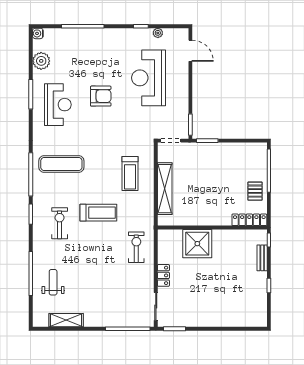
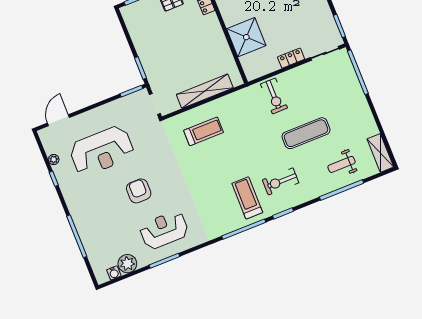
water cooler: (38, 33) -> (114, 273), moved
exercise mat: (61, 164) -> (306, 133), moved, turned 90
treadmill: (98, 213) -> (247, 198), moved
exercise bike: (136, 247) -> (274, 96), turned -90
shelving: (66, 320) -> (380, 153), moved

